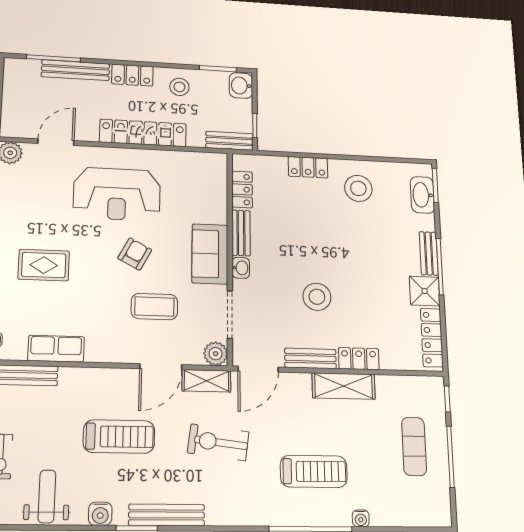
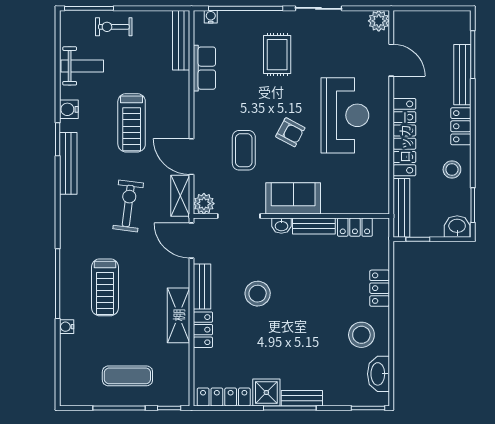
bench: (229, 141) -> (401, 208), width x1.36
reception desk: (117, 194) -> (345, 115), turned 180
washbasin: (422, 195) -> (378, 374), moved, turned -90

